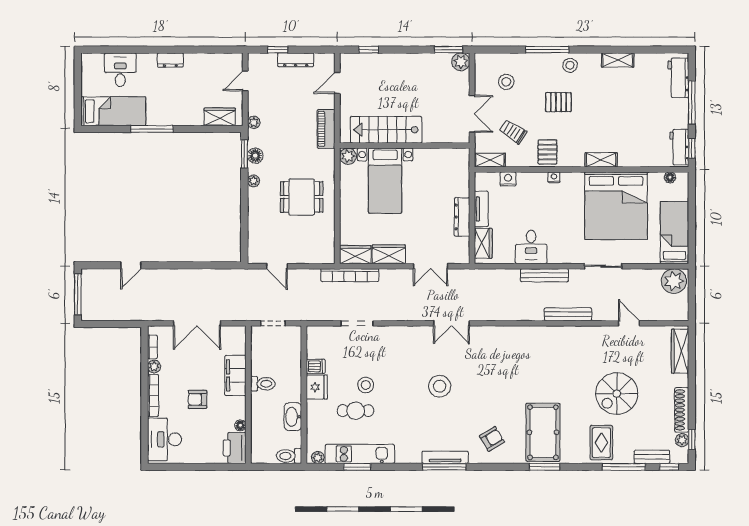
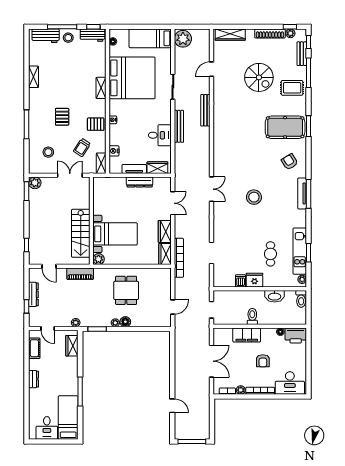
cot: (216, 61) -> (34, 348), added
stool: (570, 65) -> (68, 38), moved
desk: (120, 70) -> (47, 428), moved, turned -90
floor lamp: (255, 156) -> (125, 322), moved
stool: (366, 385) -> (253, 247), removed

